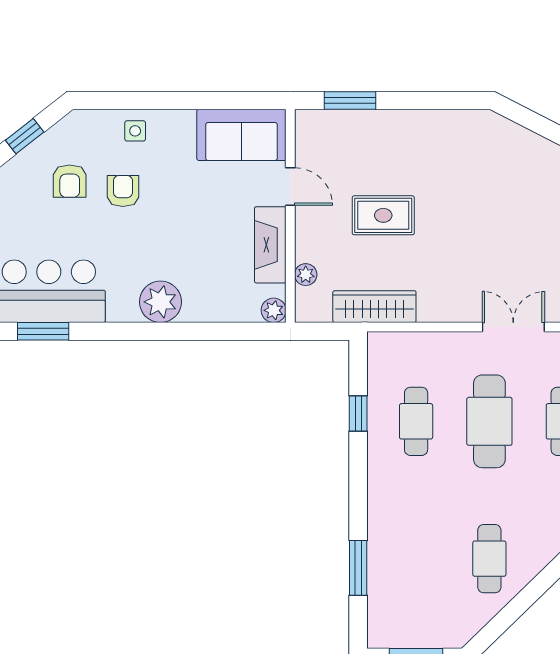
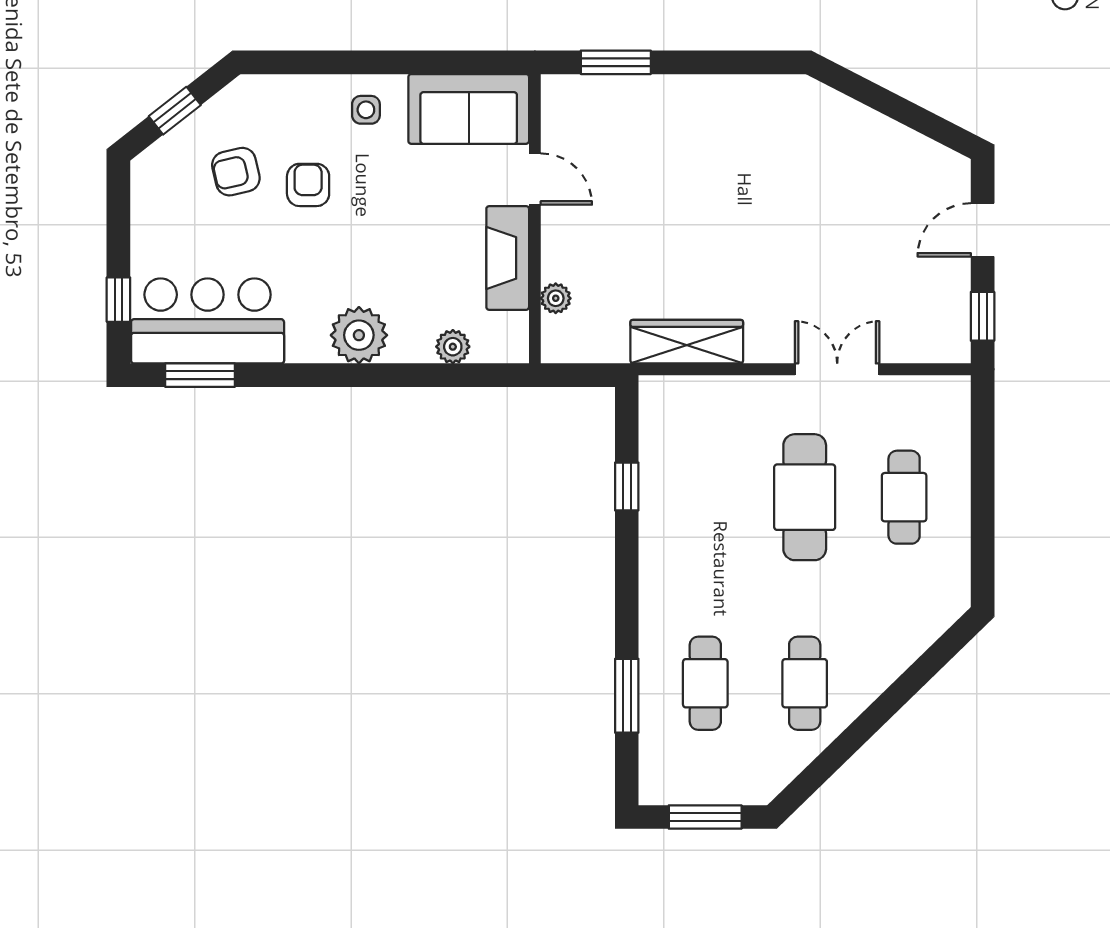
side table: (135, 131) -> (366, 110), moved
armchair: (70, 181) -> (236, 172), turned 77
rug: (383, 215) -> (661, 218), removed
wardrobe: (374, 307) -> (687, 342), moved
plant: (274, 310) -> (453, 347), moved
cafe table: (416, 421) -> (705, 683), moved

